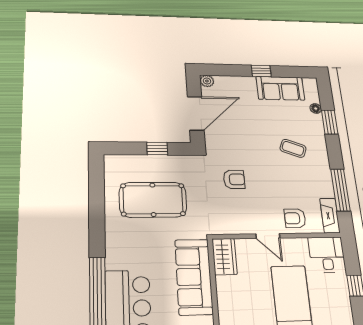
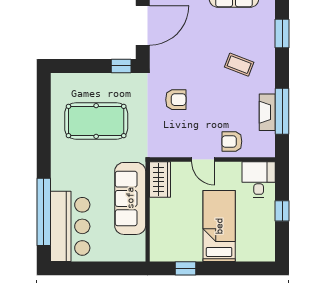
floor lamp: (316, 108) -> (269, 17), removed
window: (157, 149) -> (121, 66), moved
fireplace: (330, 216) -> (267, 112), moved

